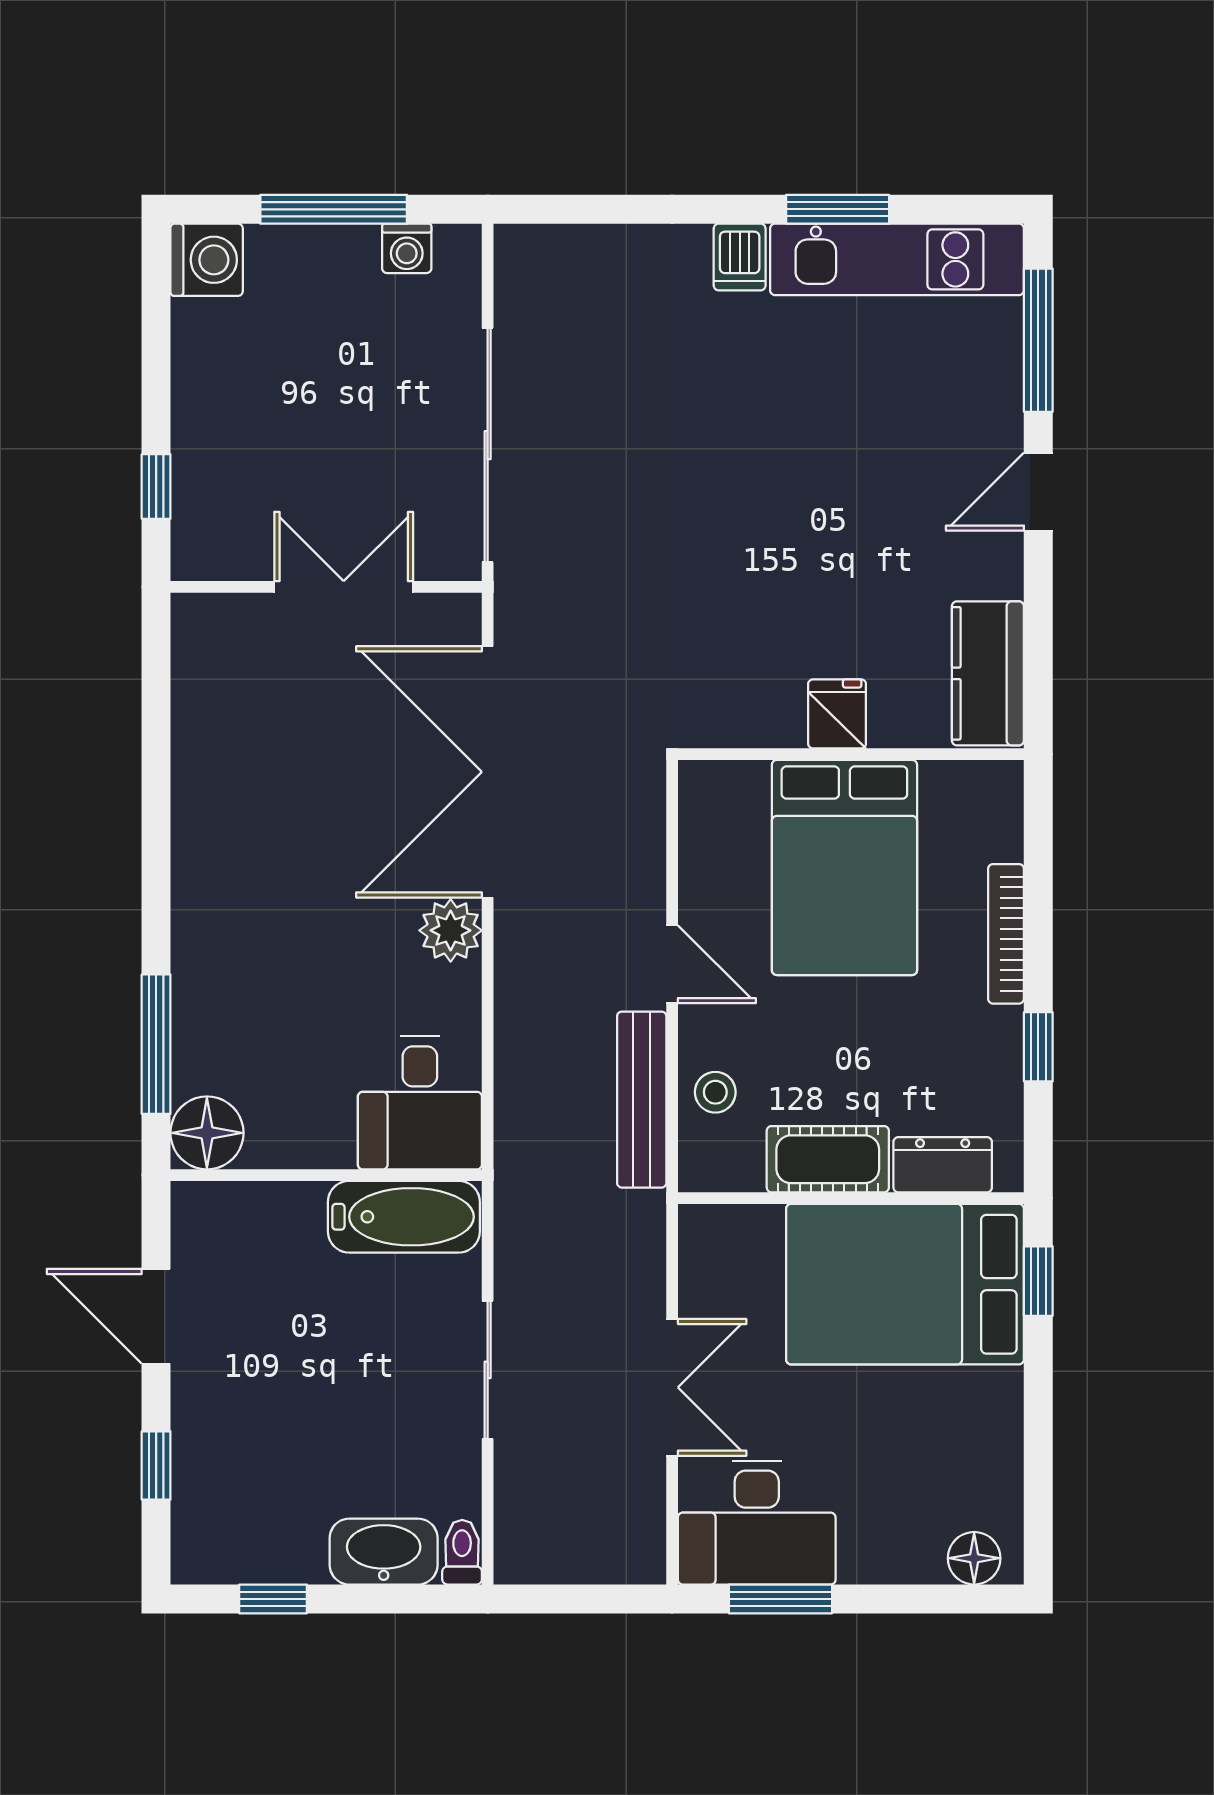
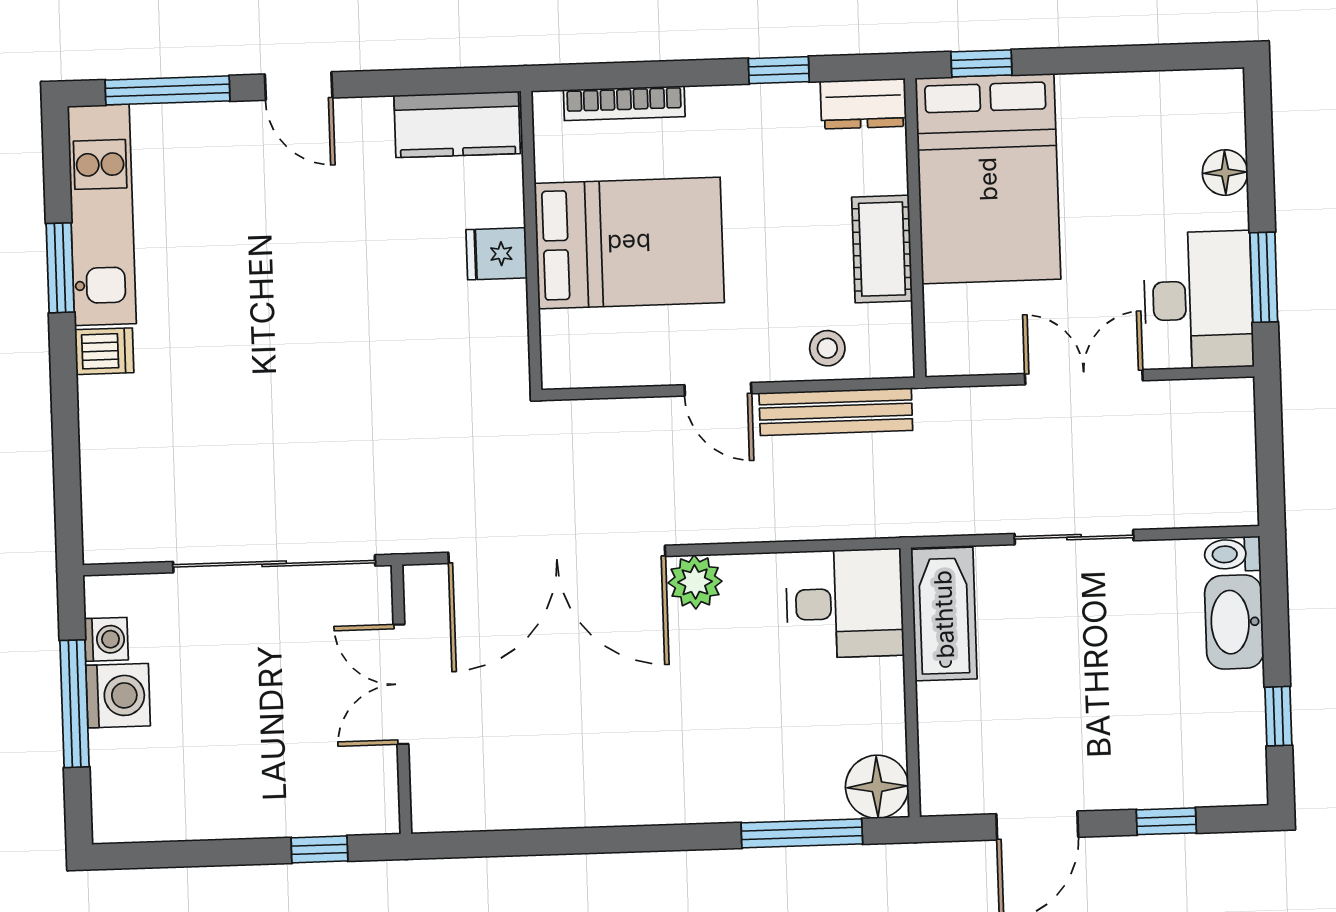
washing machine: (207, 260) -> (118, 696), moved, turned 90
bookcase: (1006, 934) -> (624, 103), moved
door: (672, 964) -> (718, 389), swing flipped
dresser: (943, 1165) -> (863, 104), moved, turned -90
floor lamp: (974, 1558) -> (1225, 173), moved

